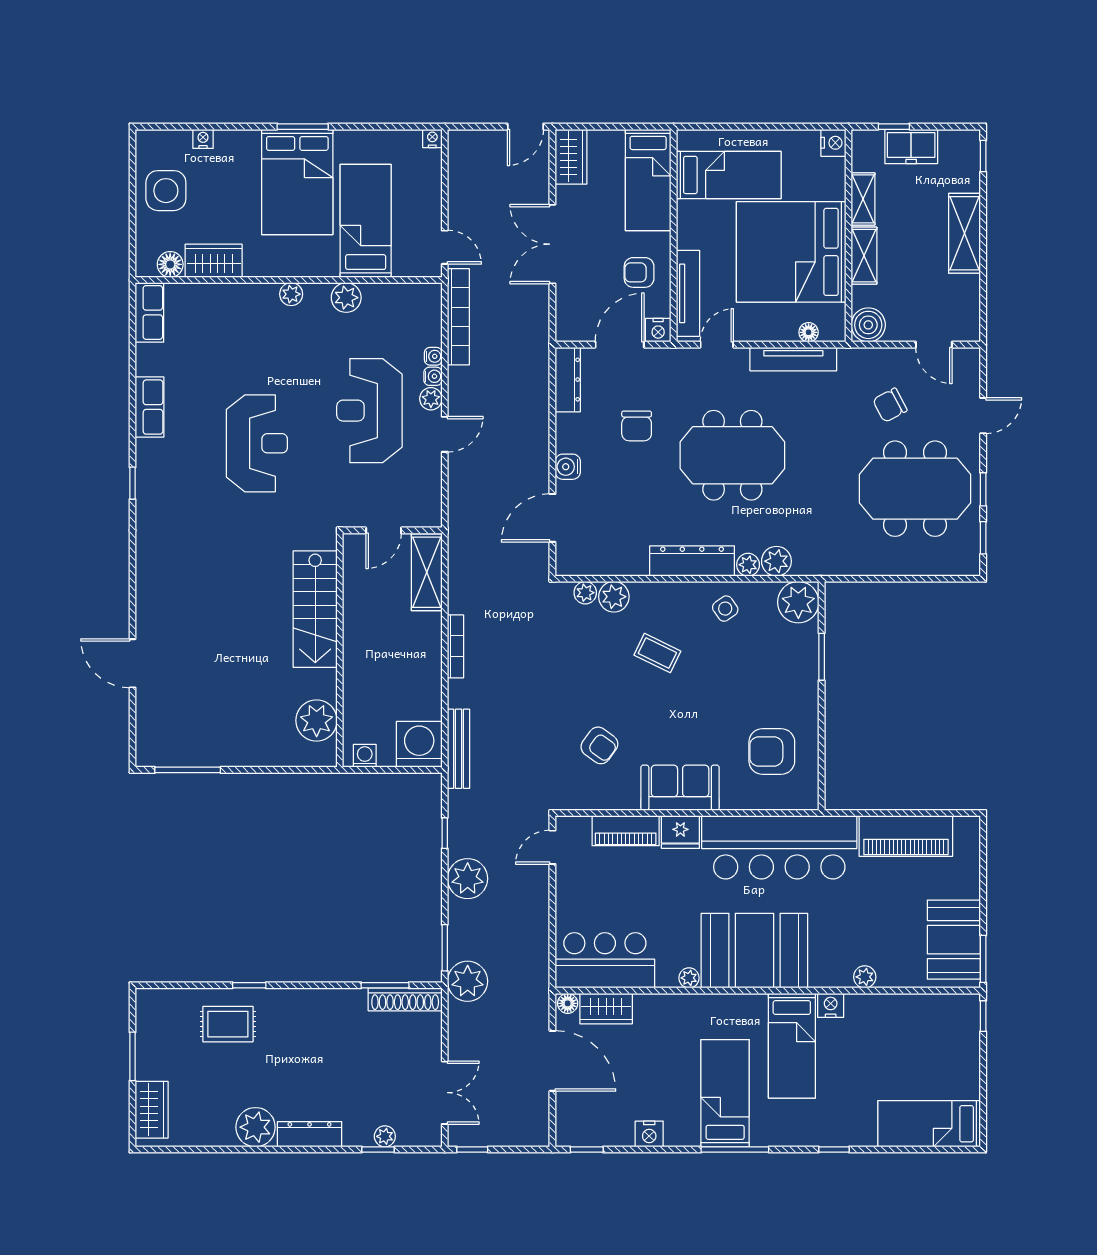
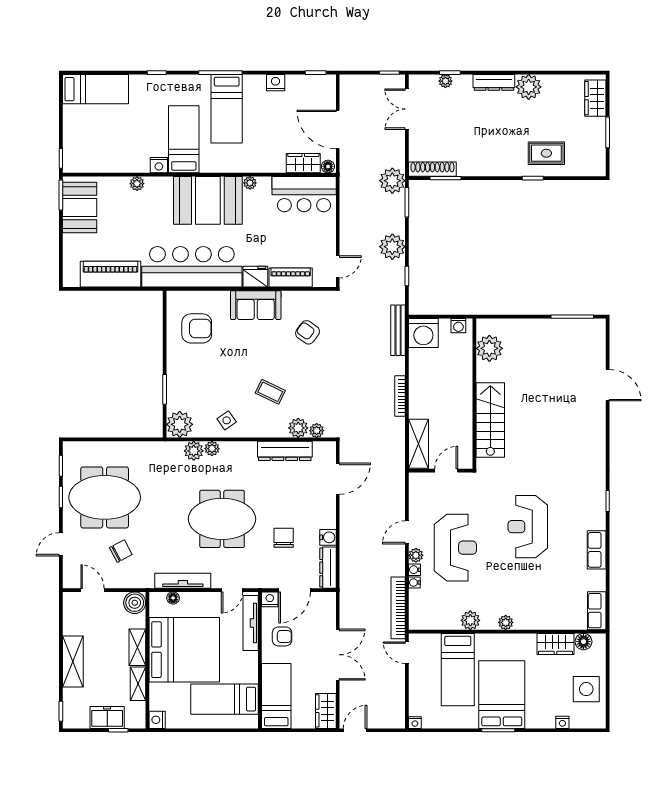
water cooler: (568, 467) -> (328, 537), moved
dresser: (692, 561) -> (285, 451), moved

